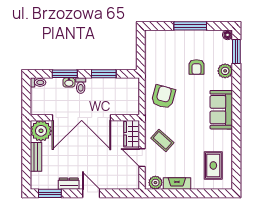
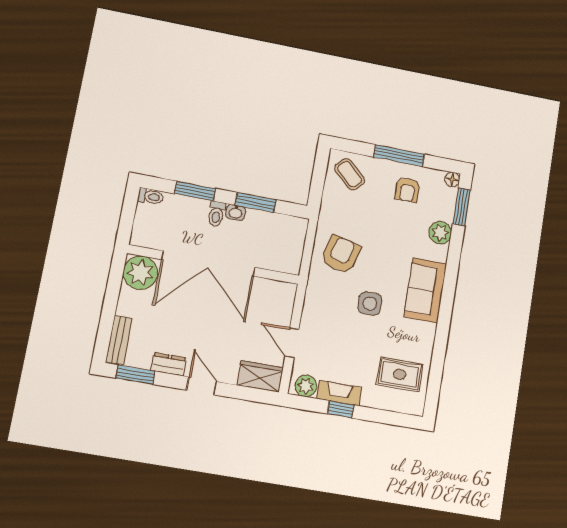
armchair: (196, 67) -> (407, 190), moved
washbasin: (69, 82) -> (236, 212), moved
side table: (187, 124) -> (370, 304), added
wardrobe: (132, 134) -> (260, 376), moved, turned 90
coffee table: (162, 140) -> (350, 174), moved
bench: (36, 157) -> (119, 340), moved
rug: (213, 165) -> (400, 374), turned 90
window: (180, 193) -> (341, 409), added

